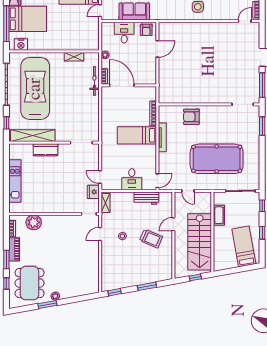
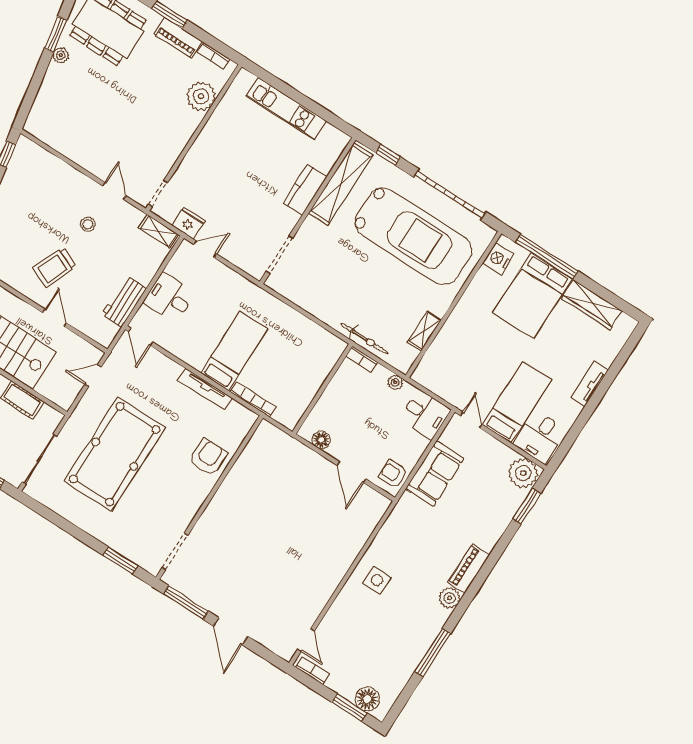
desk: (124, 33) -> (425, 414), moved
floor lamp: (152, 71) -> (321, 440), added
door: (122, 85) -> (329, 378), removed

